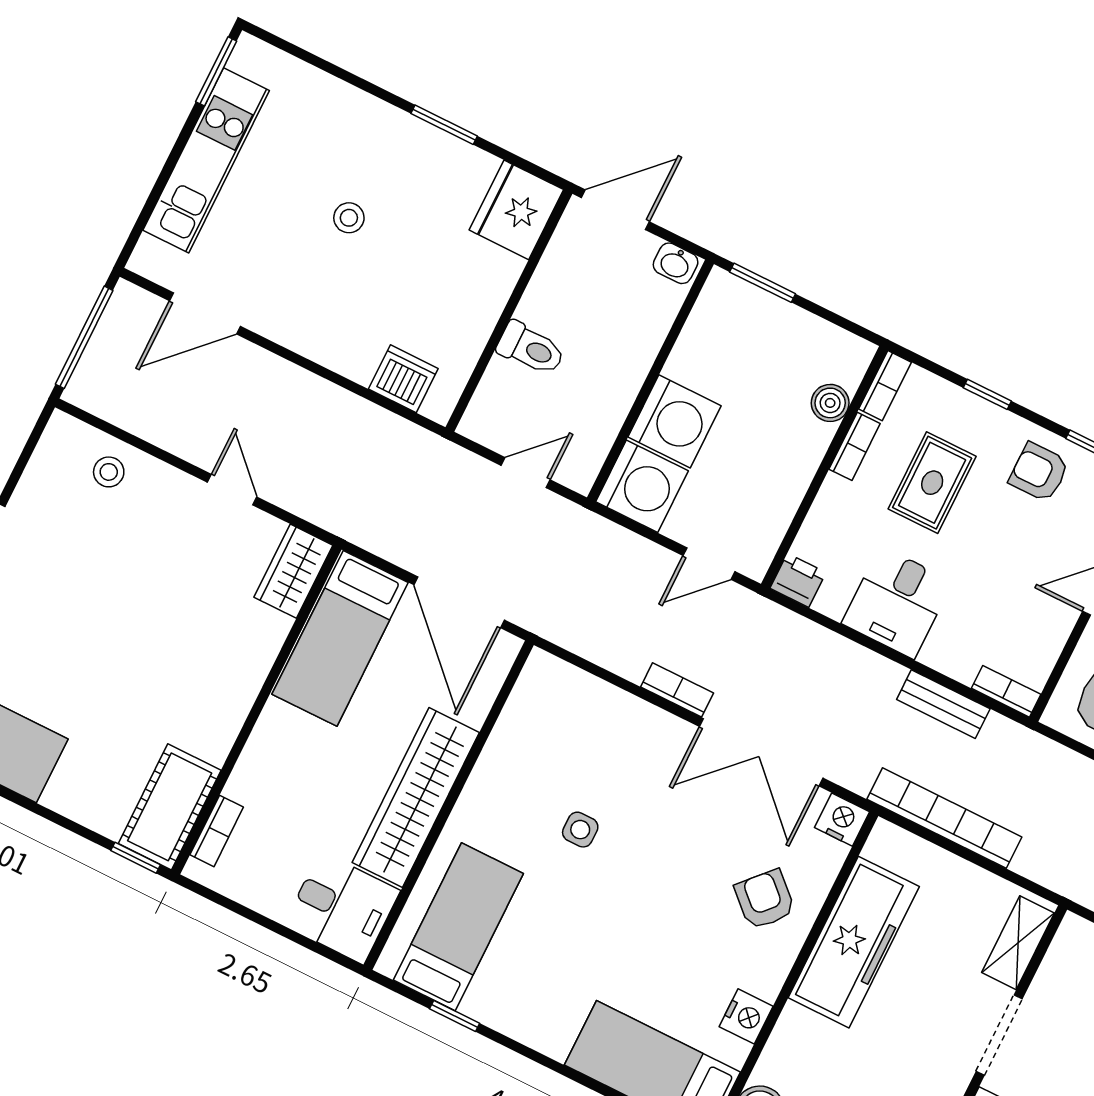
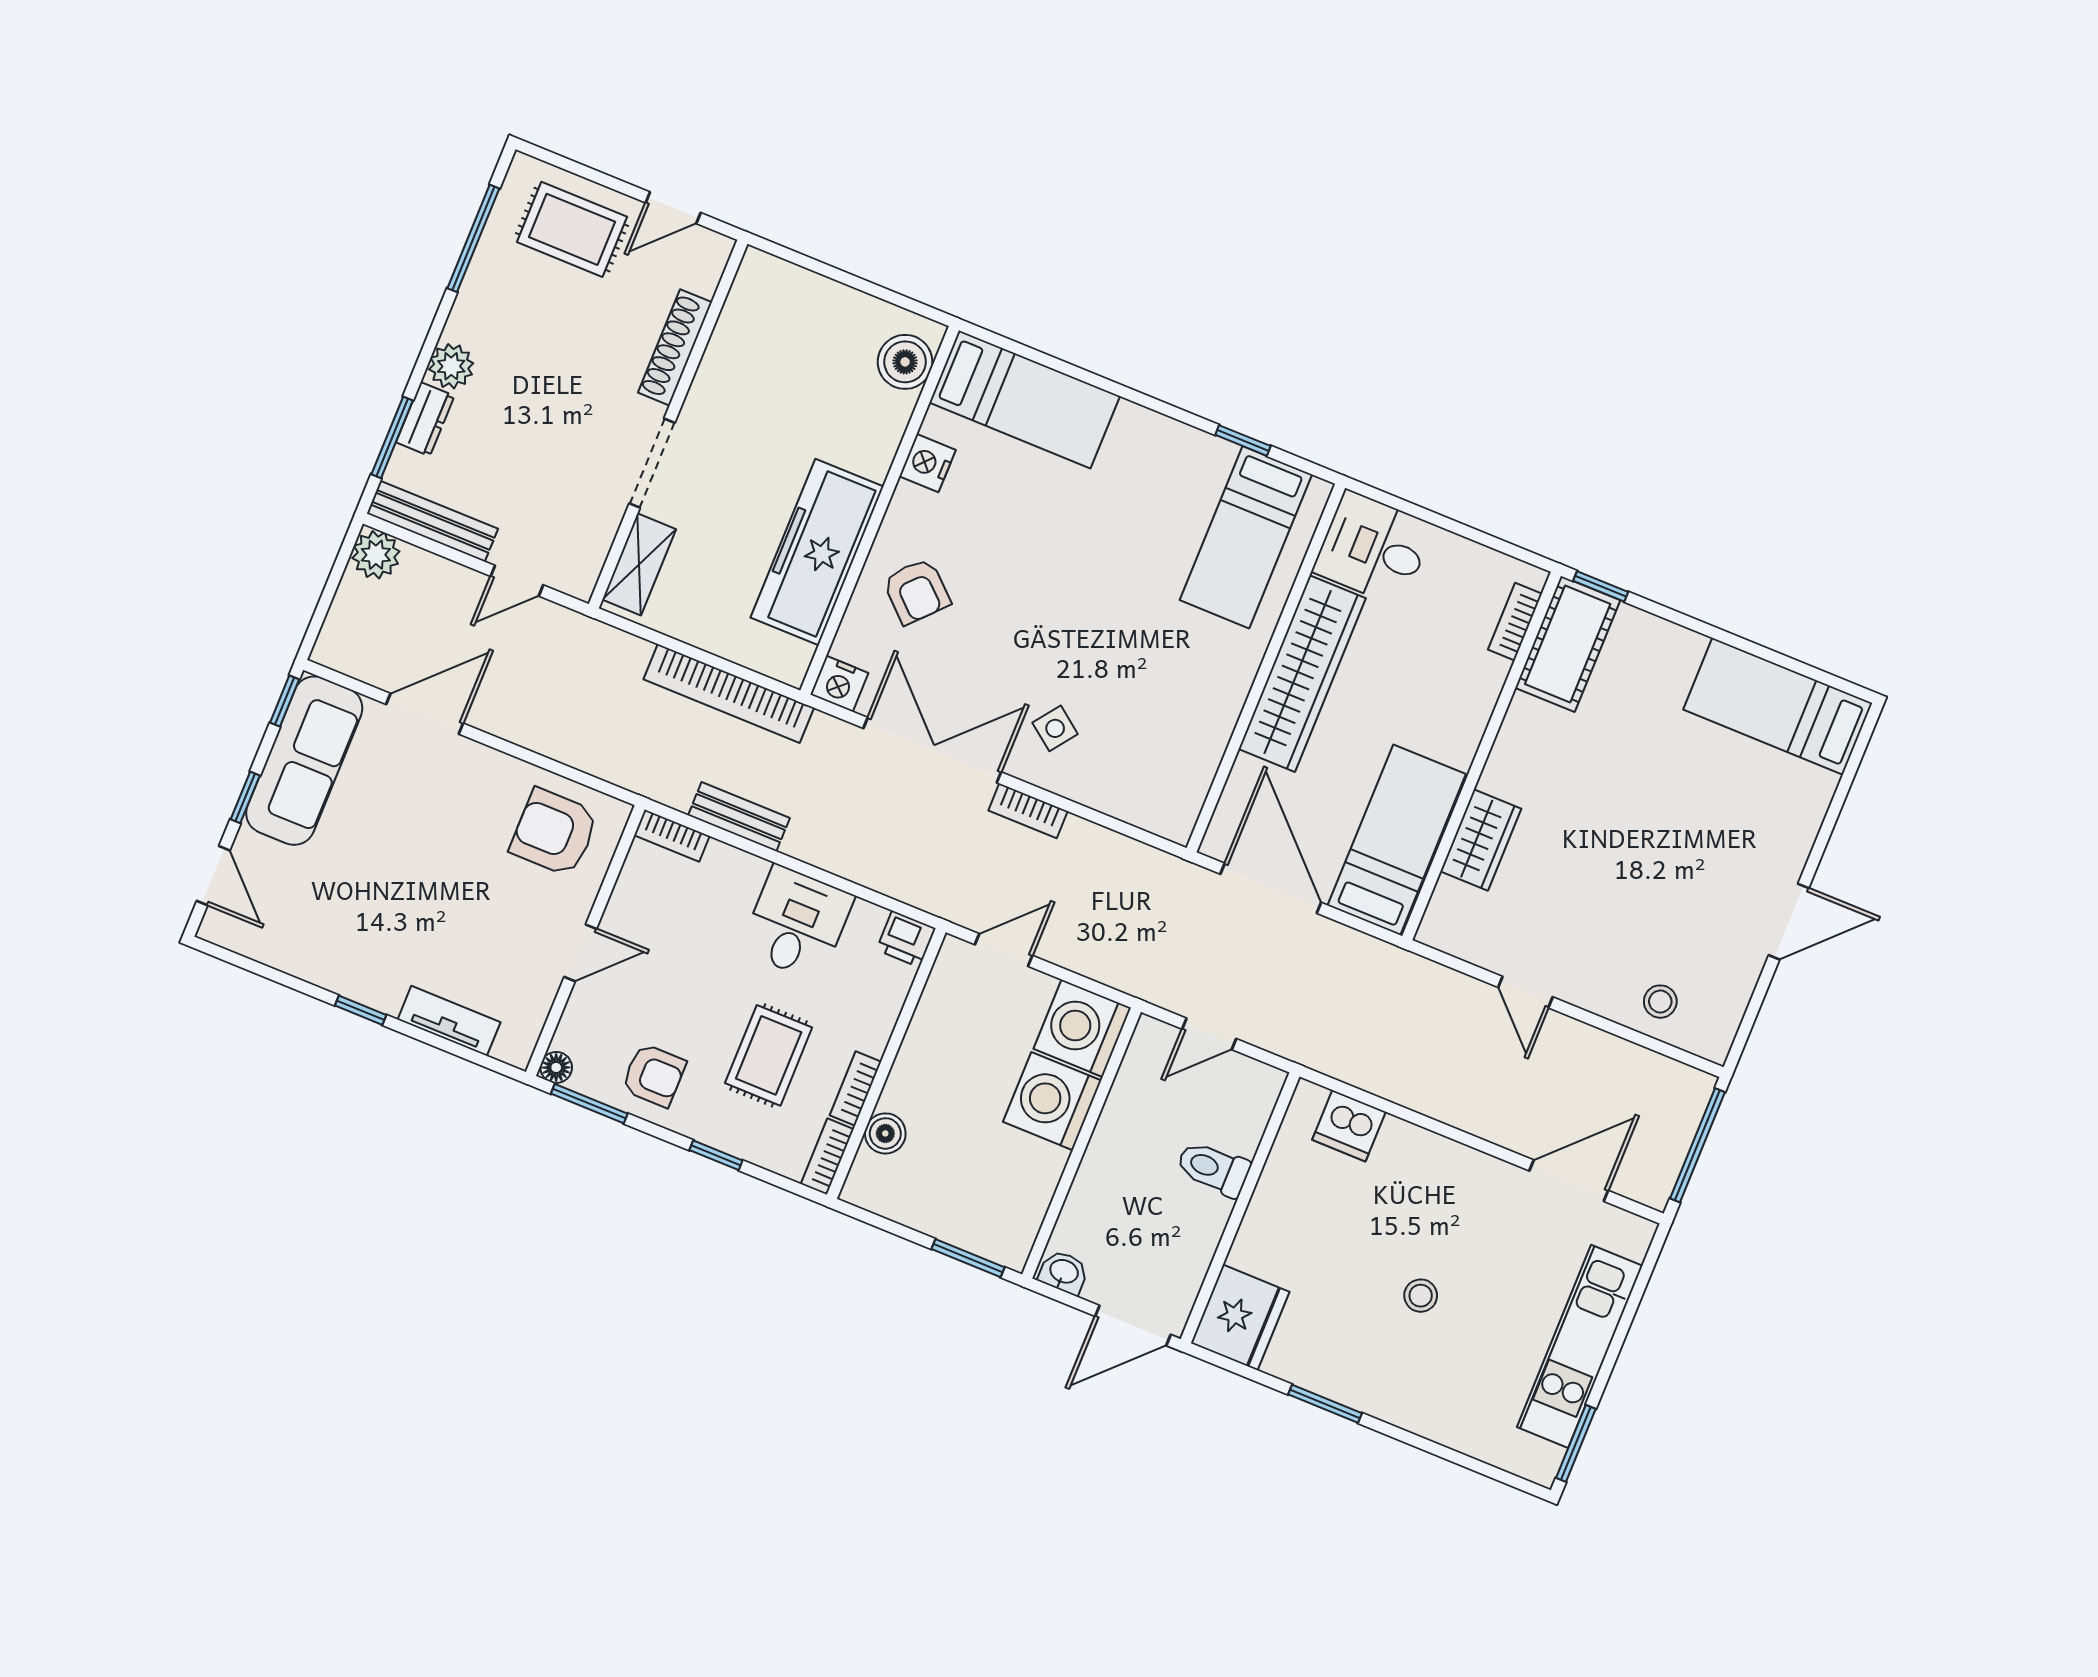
wardrobe: (293, 571) -> (1481, 840), moved
side table: (580, 830) -> (1055, 728), moved, turned 37

